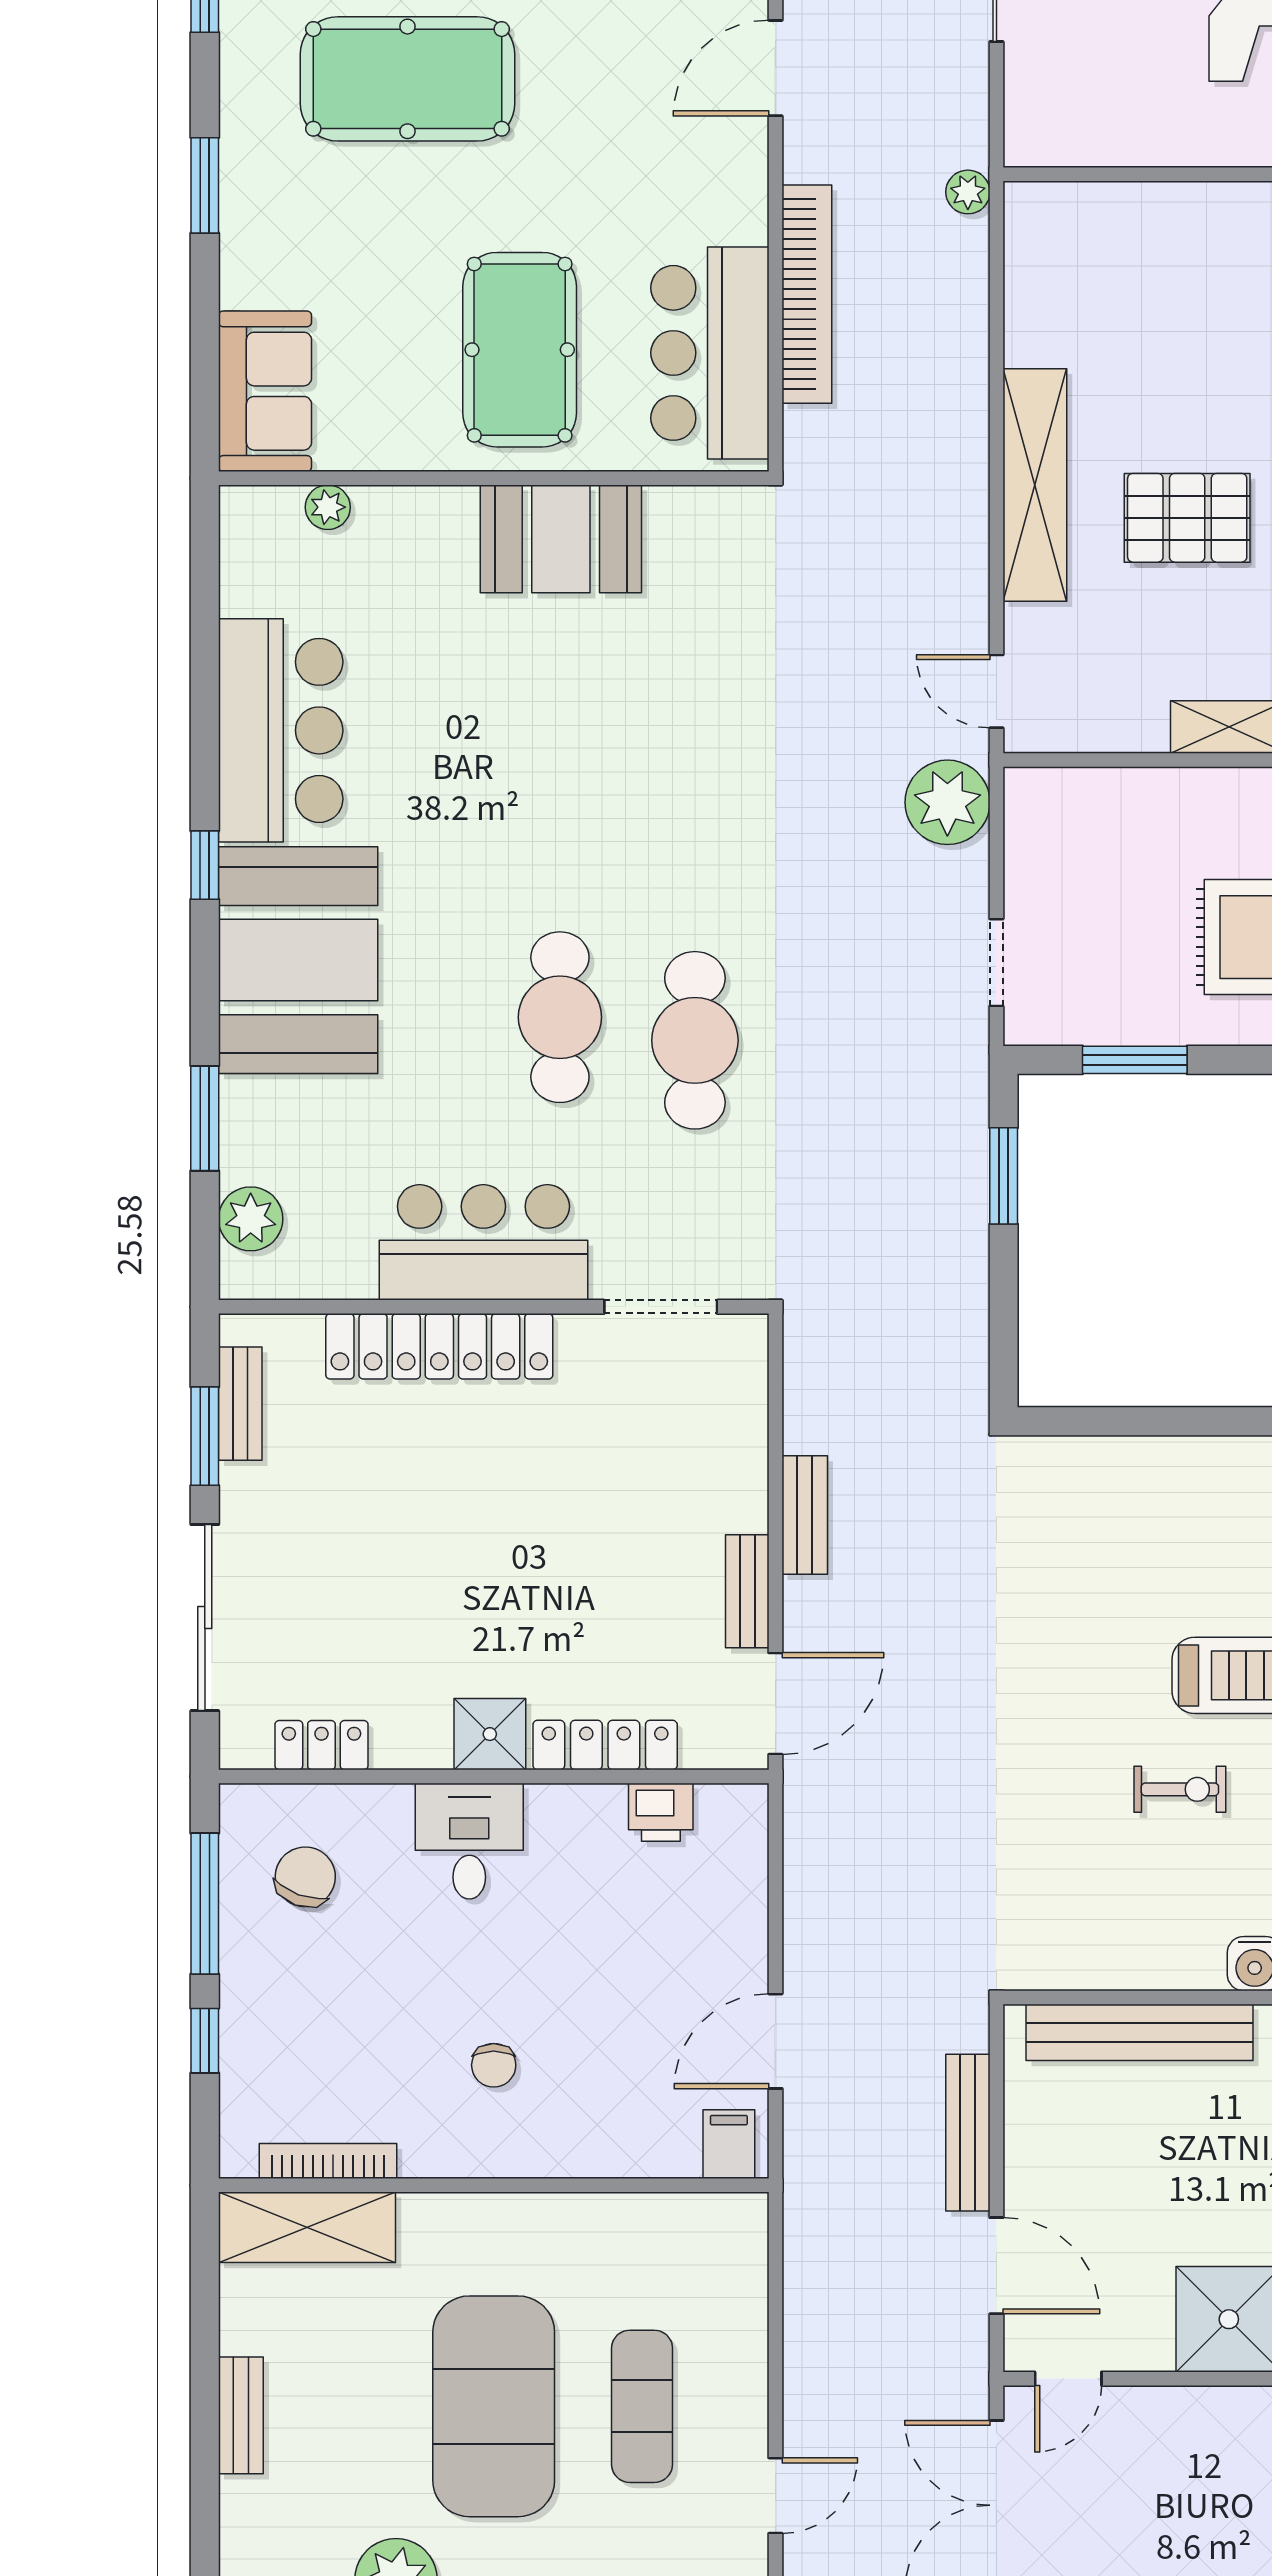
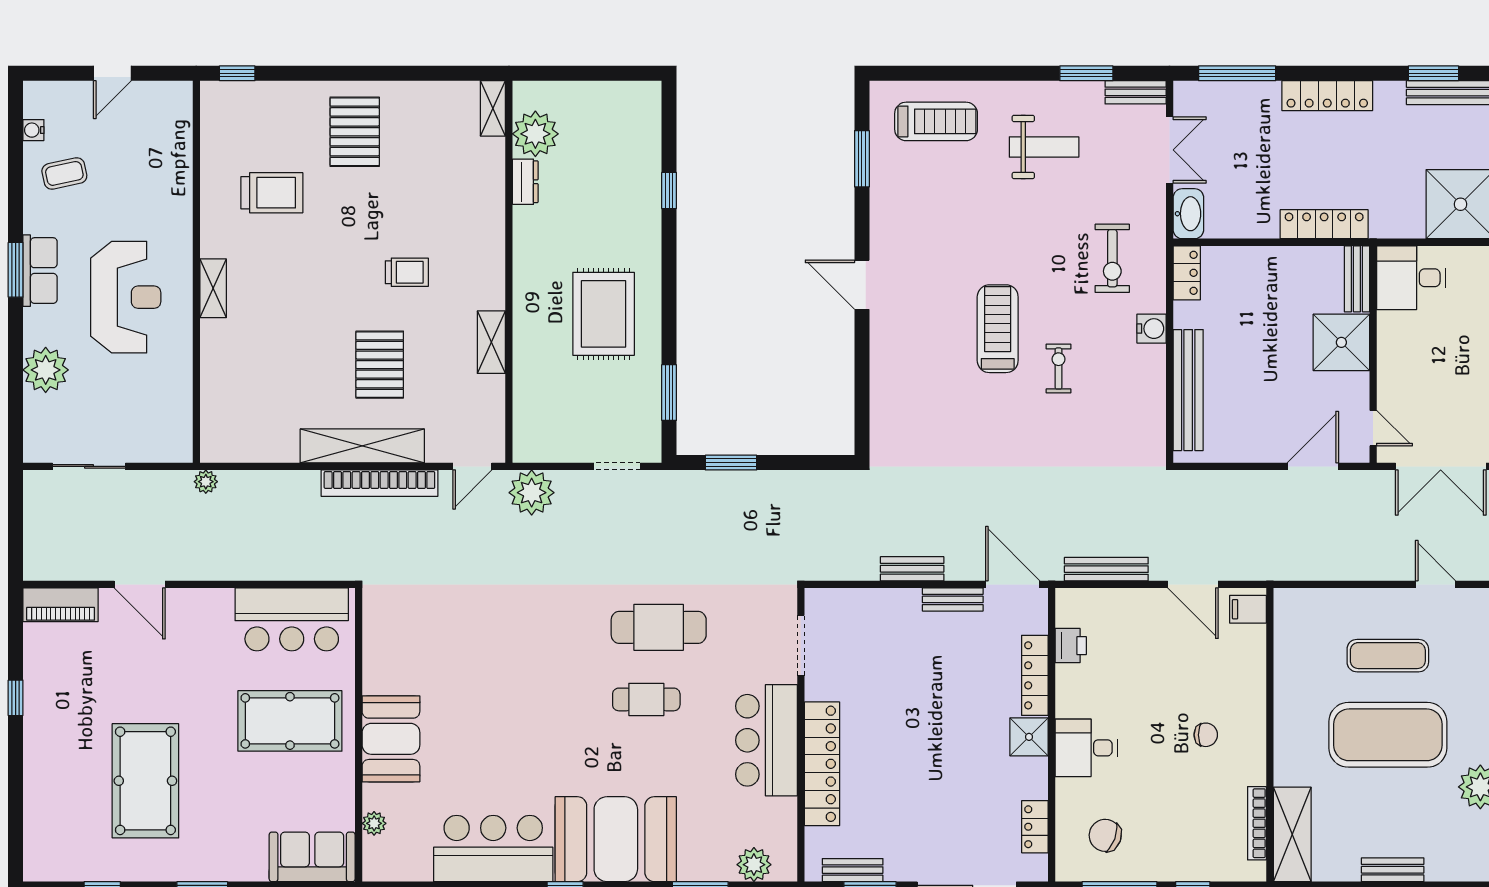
bookcase: (807, 294) -> (379, 483), moved, turned 180
booth: (561, 539) -> (391, 739), moved
cafe table: (560, 1017) -> (646, 699), width x0.73, depth x0.74
bench: (968, 2133) -> (1106, 569), moved

